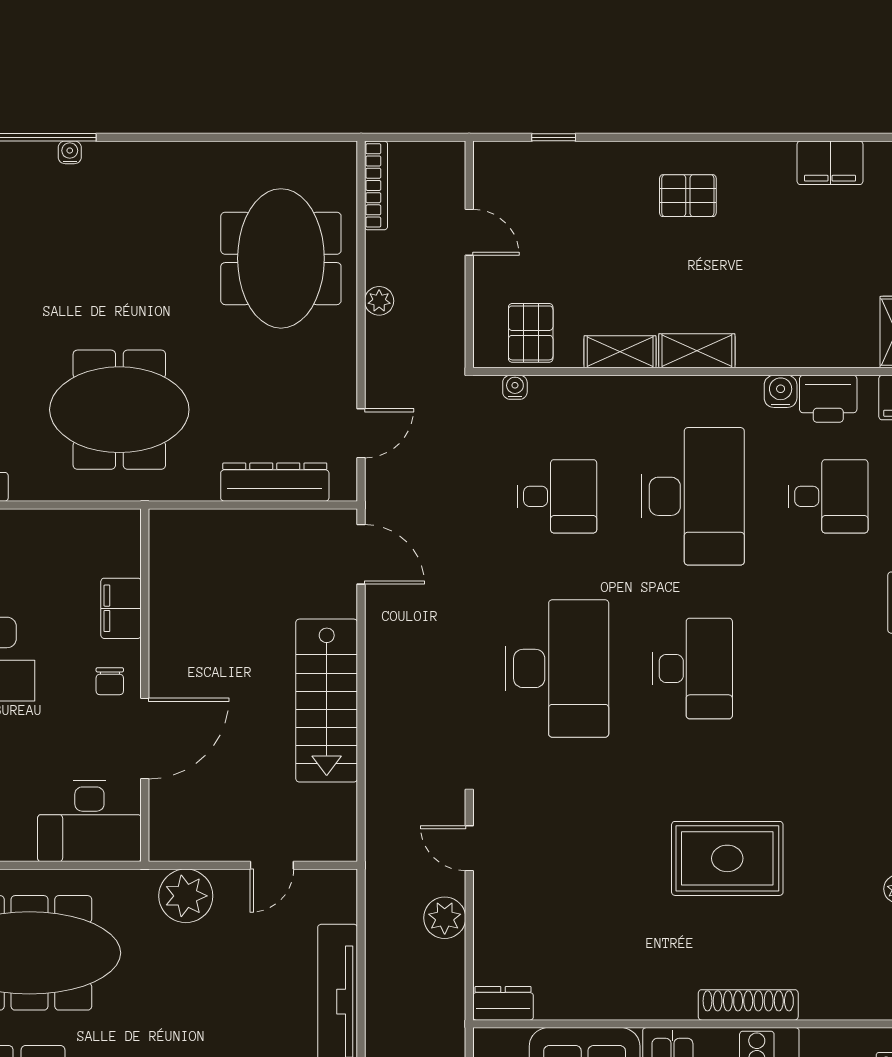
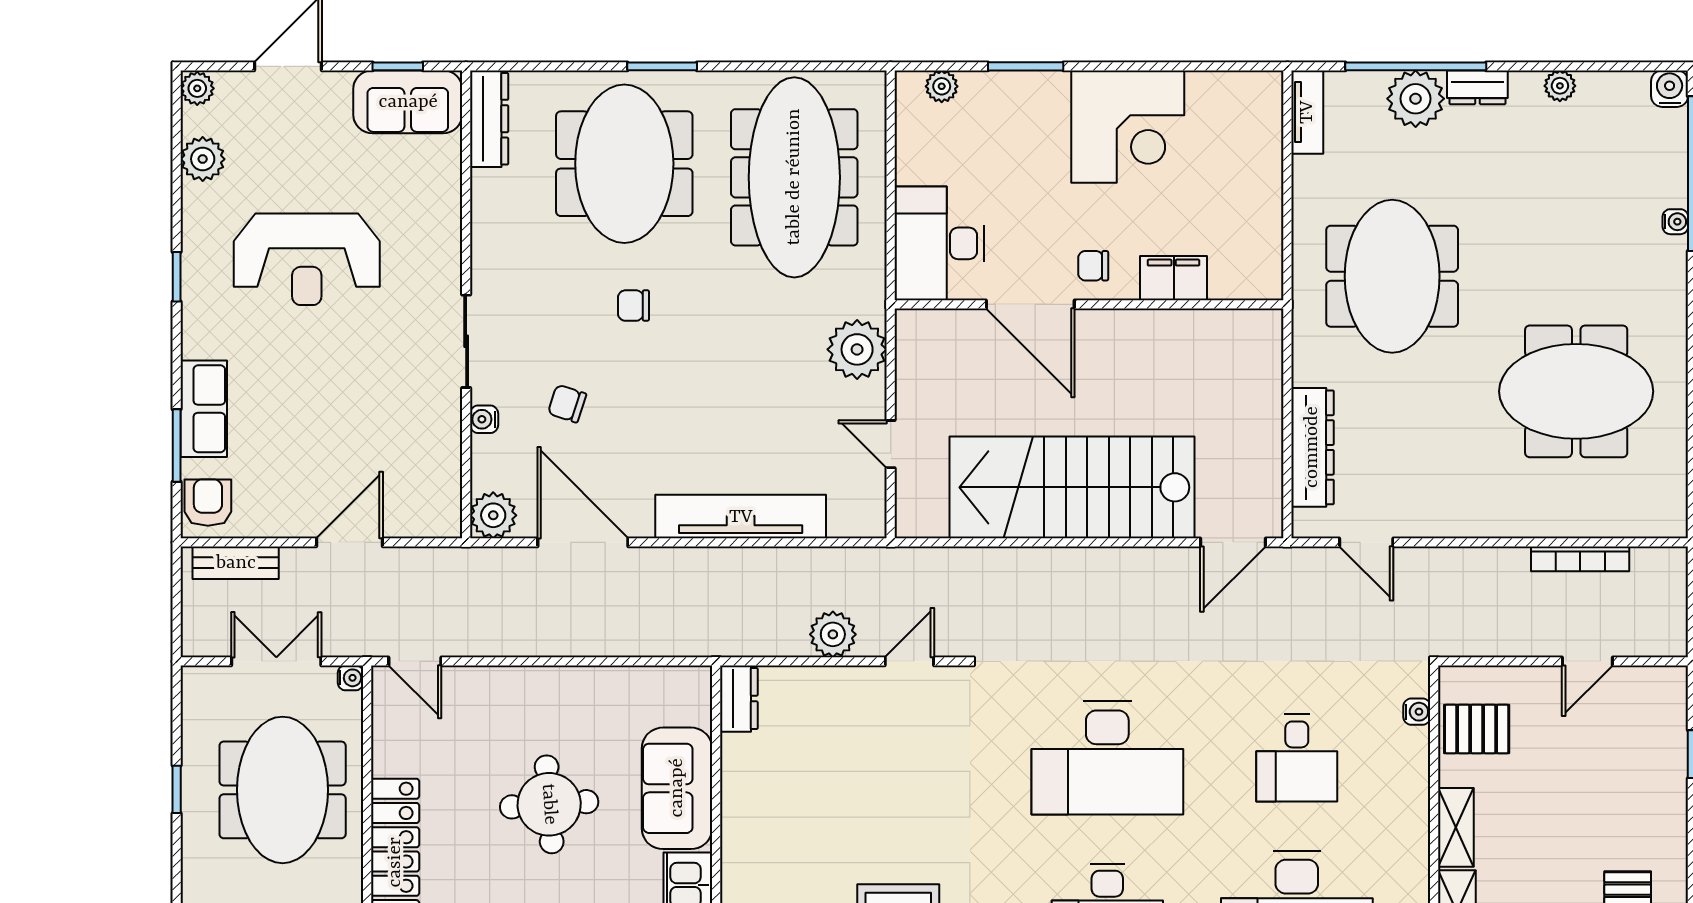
bookcase: (376, 185) -> (1580, 559), moved
meeting table: (281, 258) -> (1576, 391), moved
plant: (379, 301) -> (1512, 562), removed
stairs: (327, 701) -> (1072, 487), width x1.36, depth x1.51

